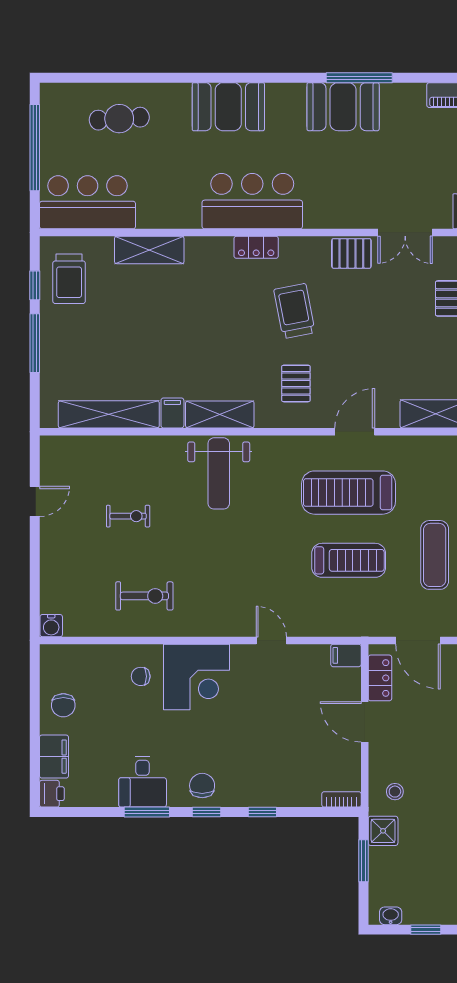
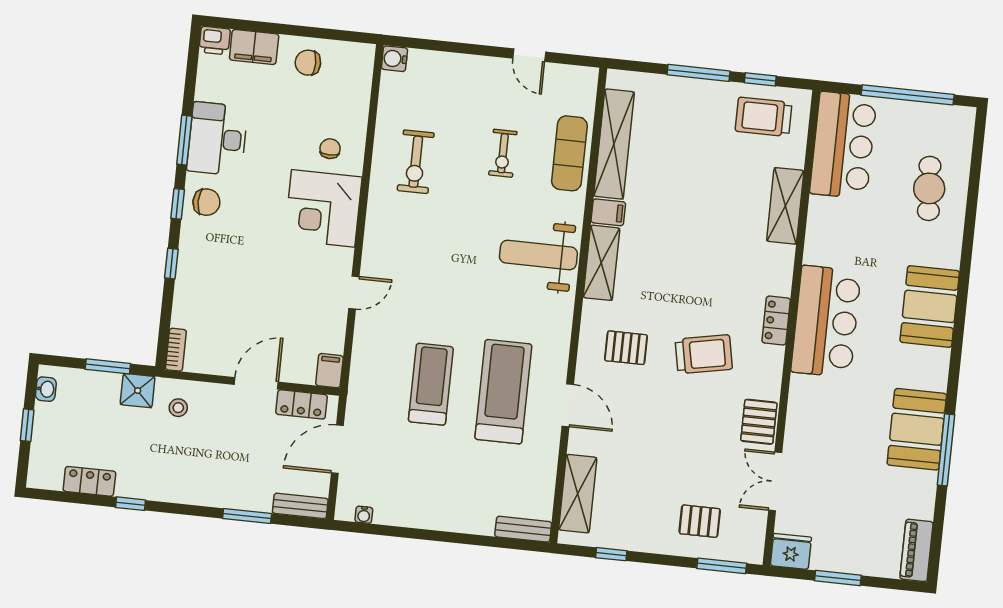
exercise mat: (435, 555) -> (569, 153), moved, turned 90
treadmill: (349, 560) -> (431, 384), turned 180
desk: (143, 782) -> (217, 139), width x1.37

